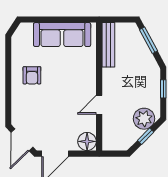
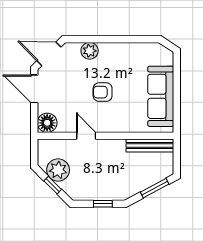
armchair: (32, 75) -> (103, 92), moved
plant: (19, 102) -> (90, 51), added
plant: (144, 119) -> (58, 170), moved

